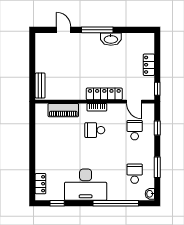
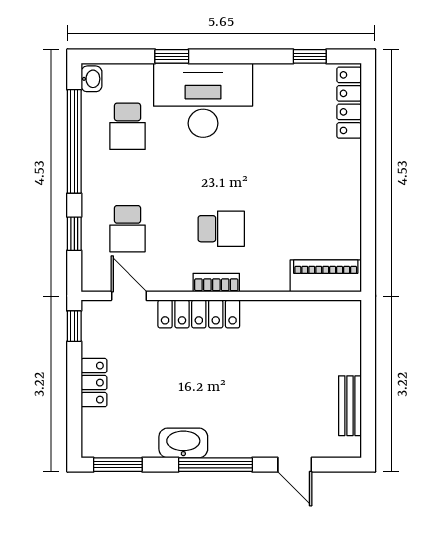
window: (139, 30) -> (118, 465), added
bench: (40, 86) -> (350, 406), moved
piano: (63, 110) -> (326, 276), moved
window: (157, 167) -> (74, 141), width x2.11
locker: (40, 184) -> (349, 103), width x1.53
desk: (86, 185) -> (203, 100), moved
window: (116, 203) -> (172, 56), width x0.32

